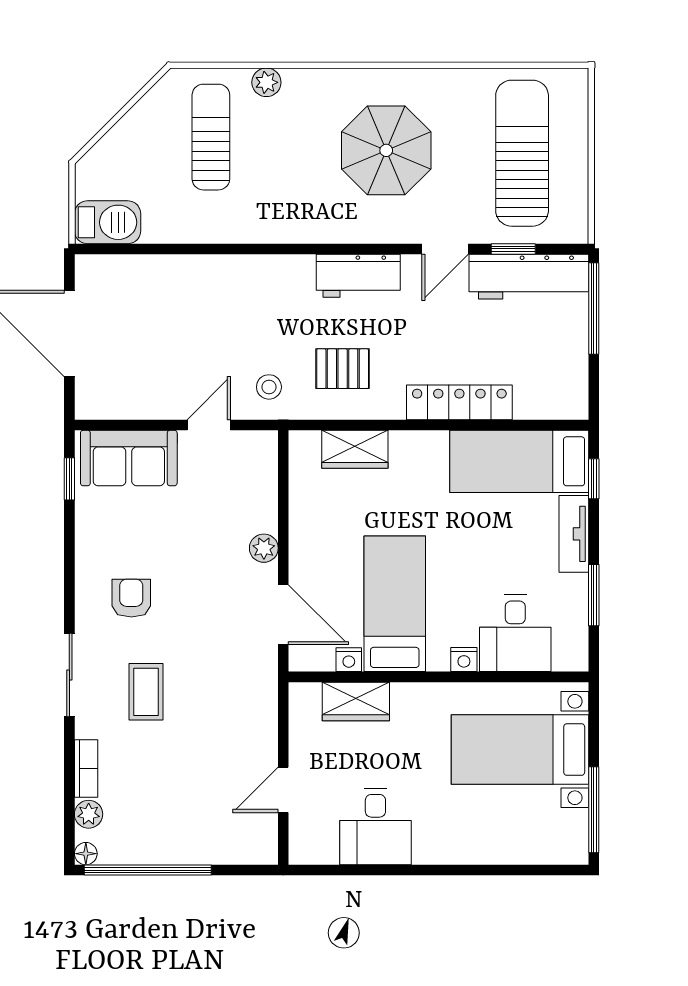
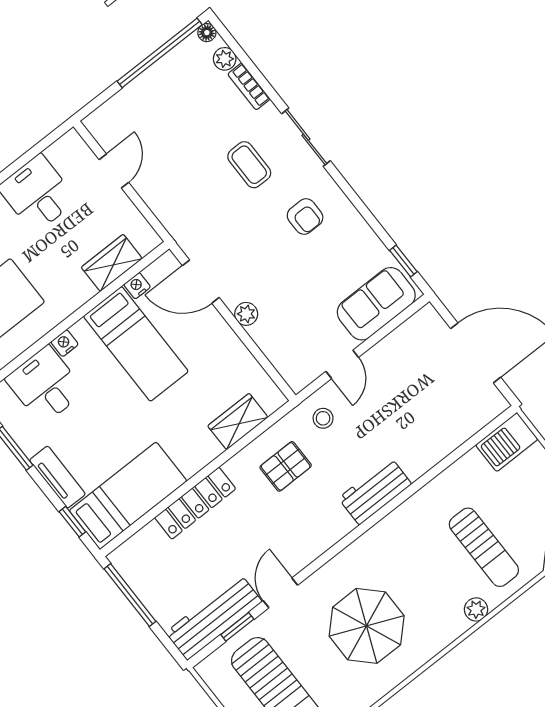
workbench: (358, 276) -> (375, 491), moved
window: (594, 308) -> (130, 595), moved

